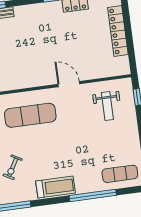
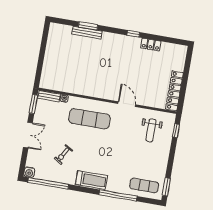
locker: (118, 31) -> (174, 91), moved

